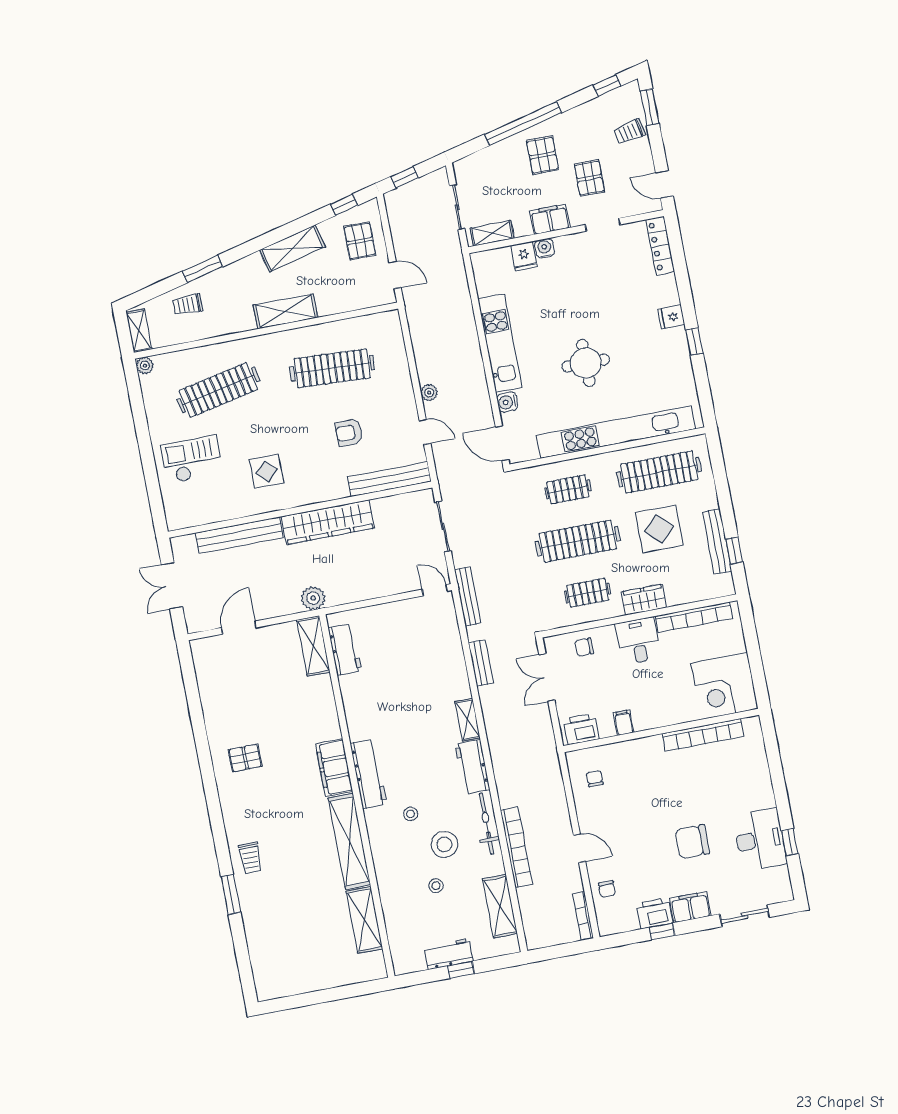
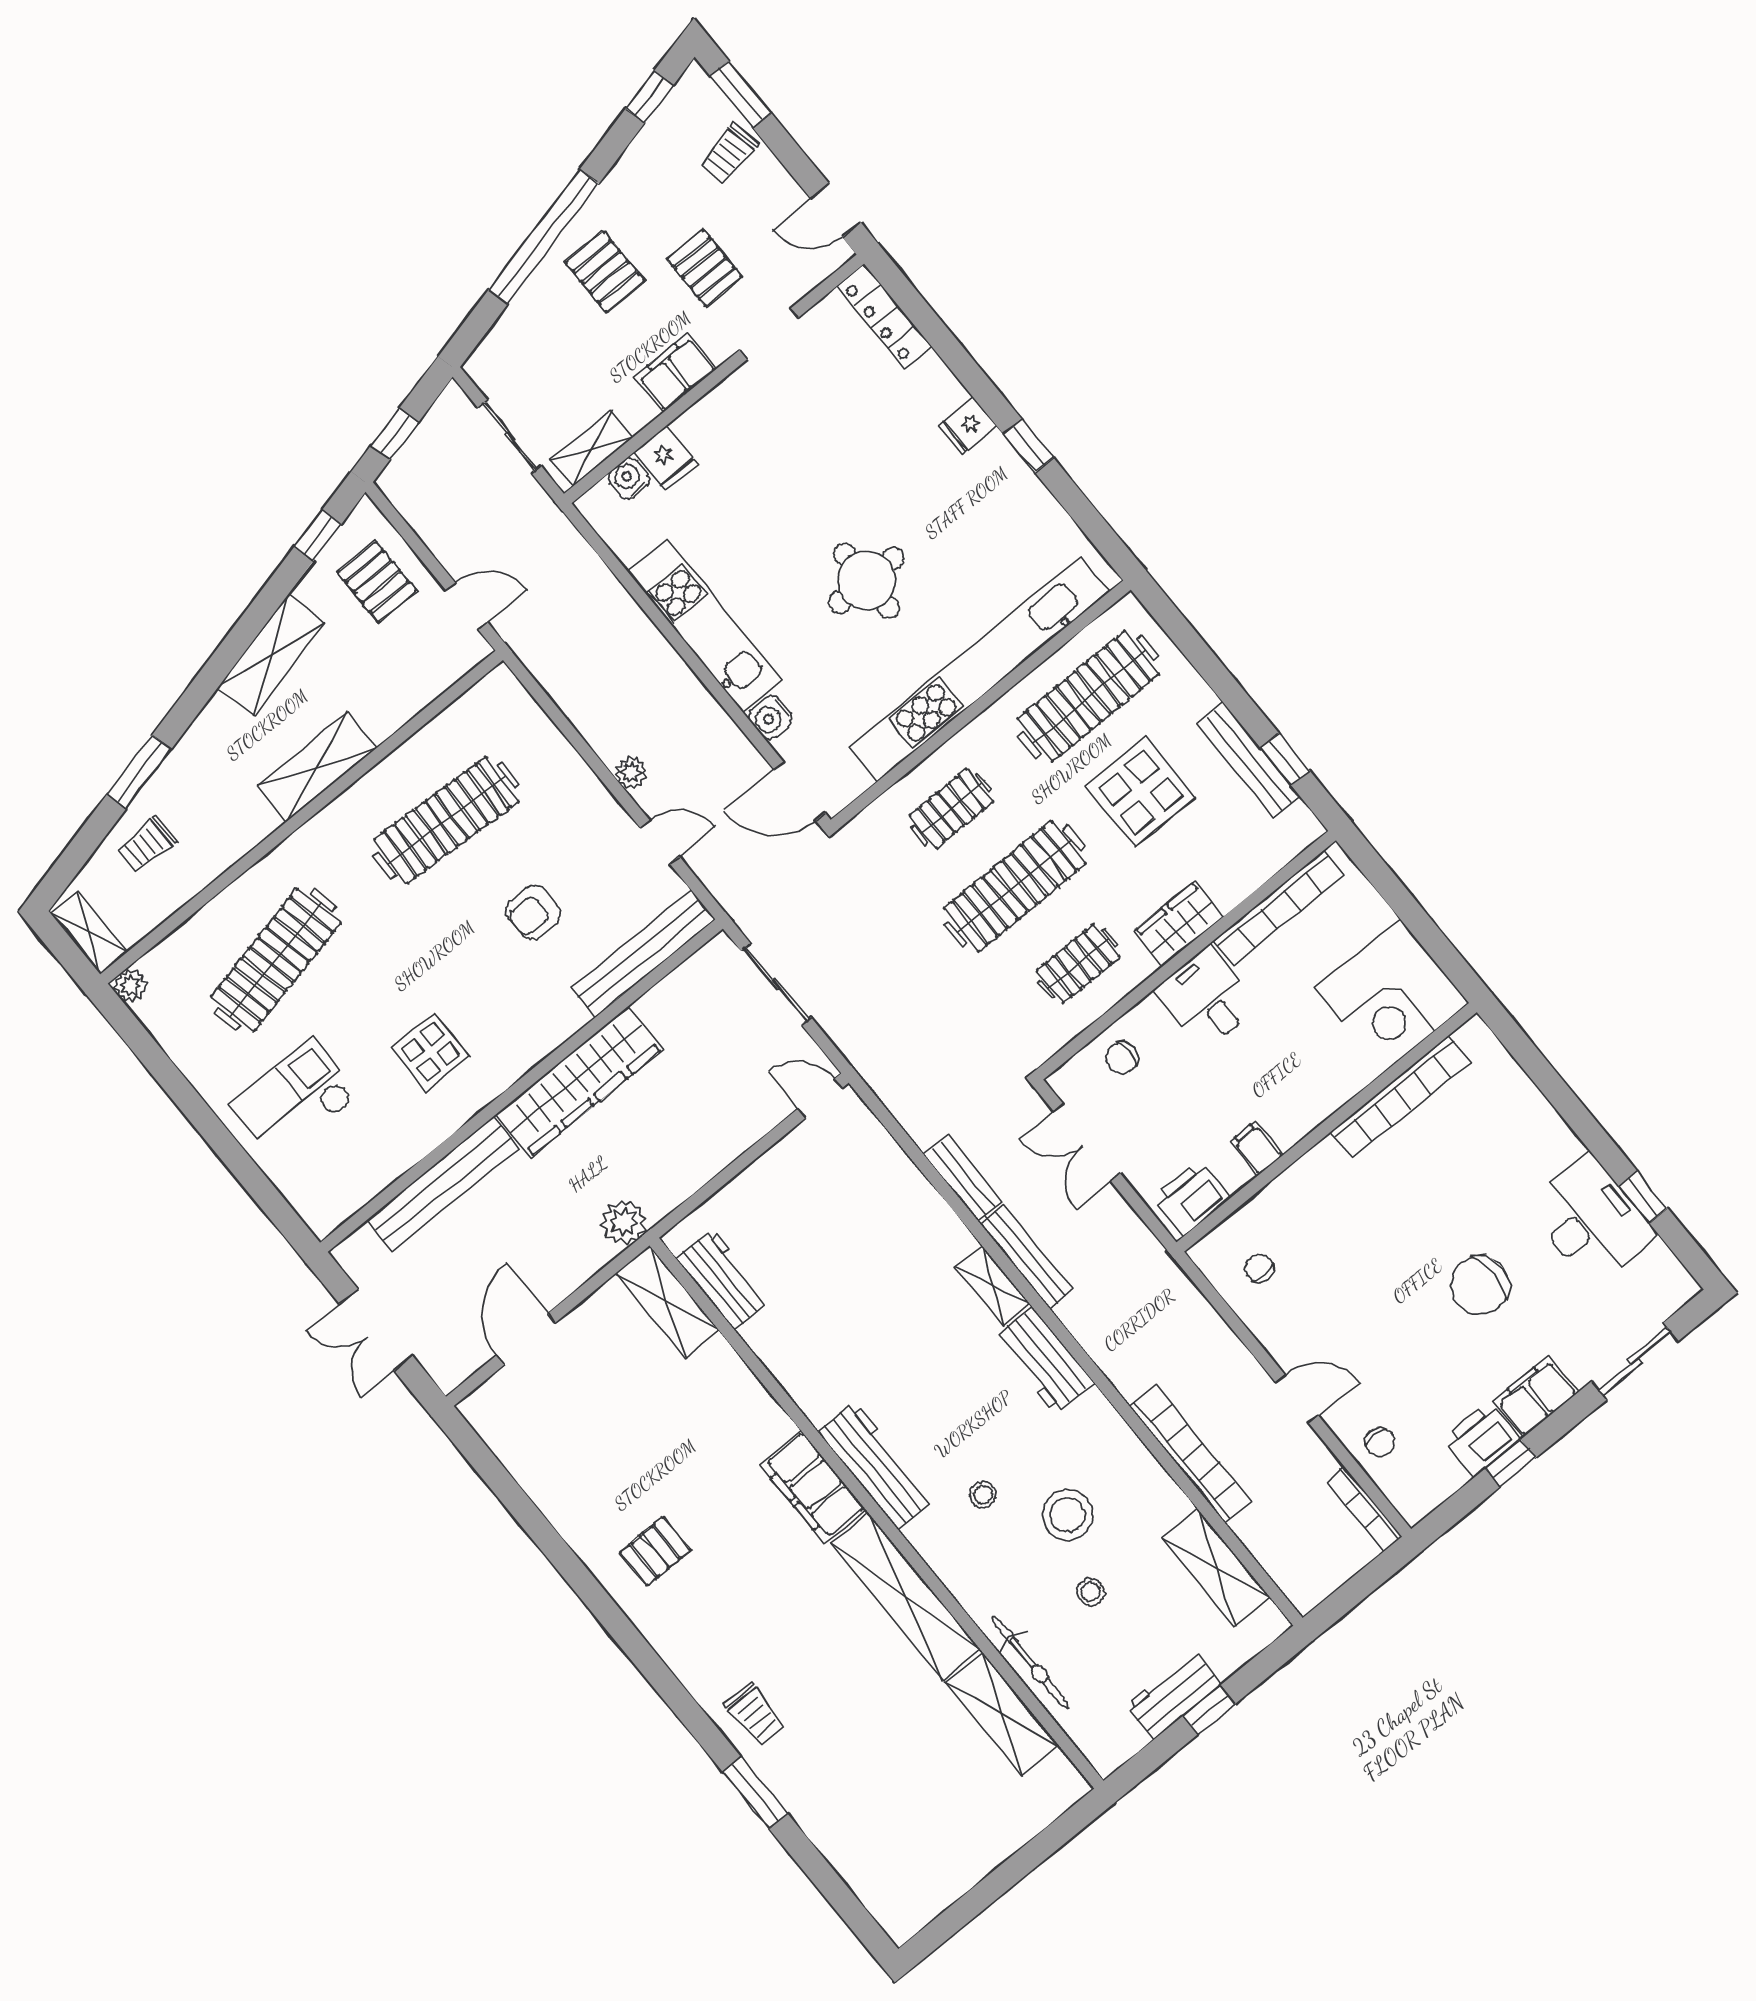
water cooler: (544, 248) -> (629, 479), moved
bench: (468, 596) -> (1026, 1256), moved
bicycle: (487, 824) -> (1030, 1663), moved, turned 180

